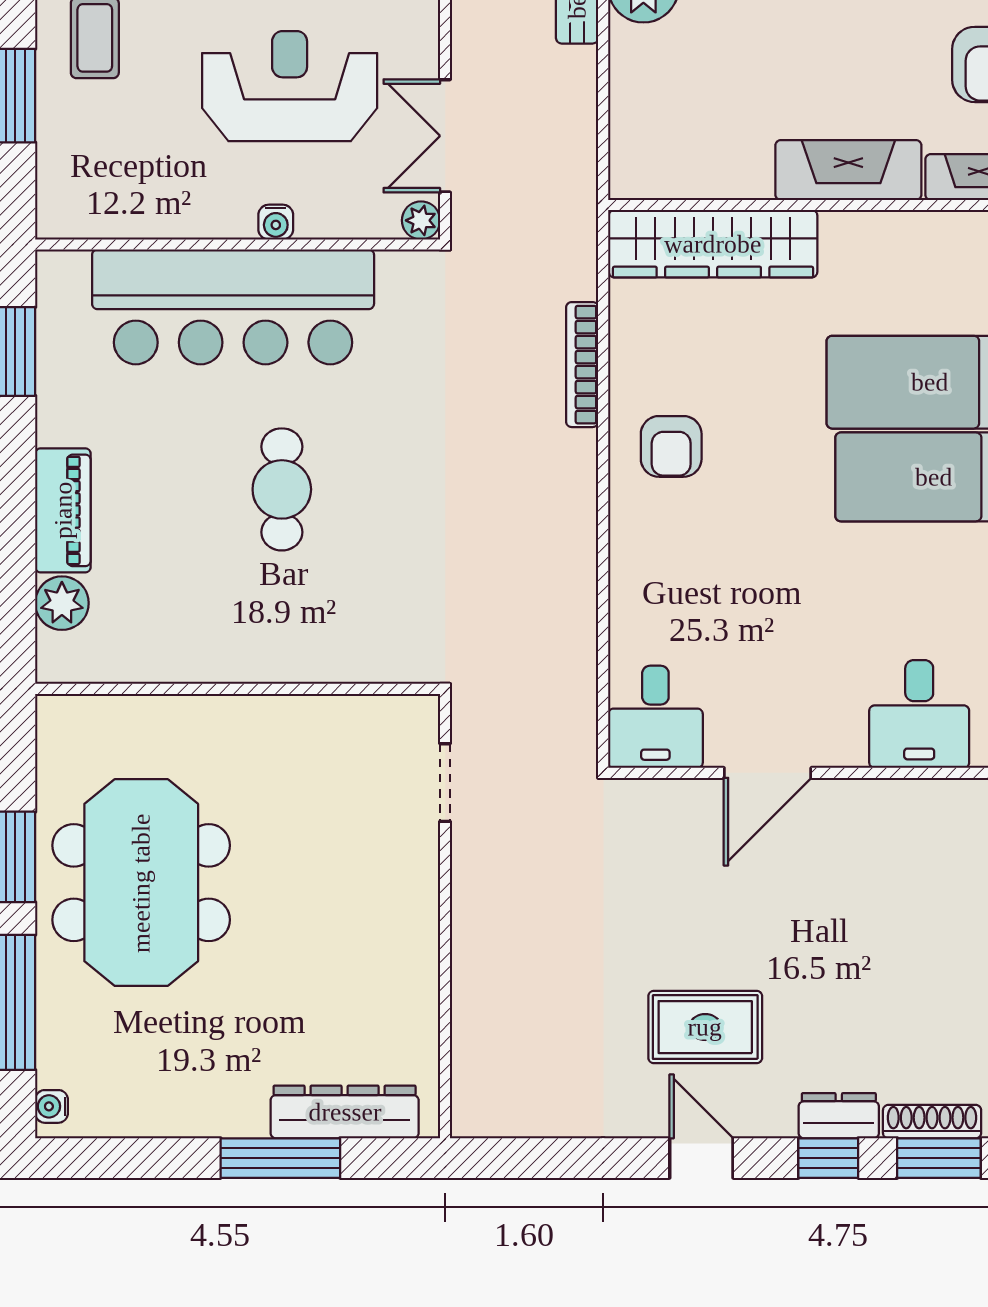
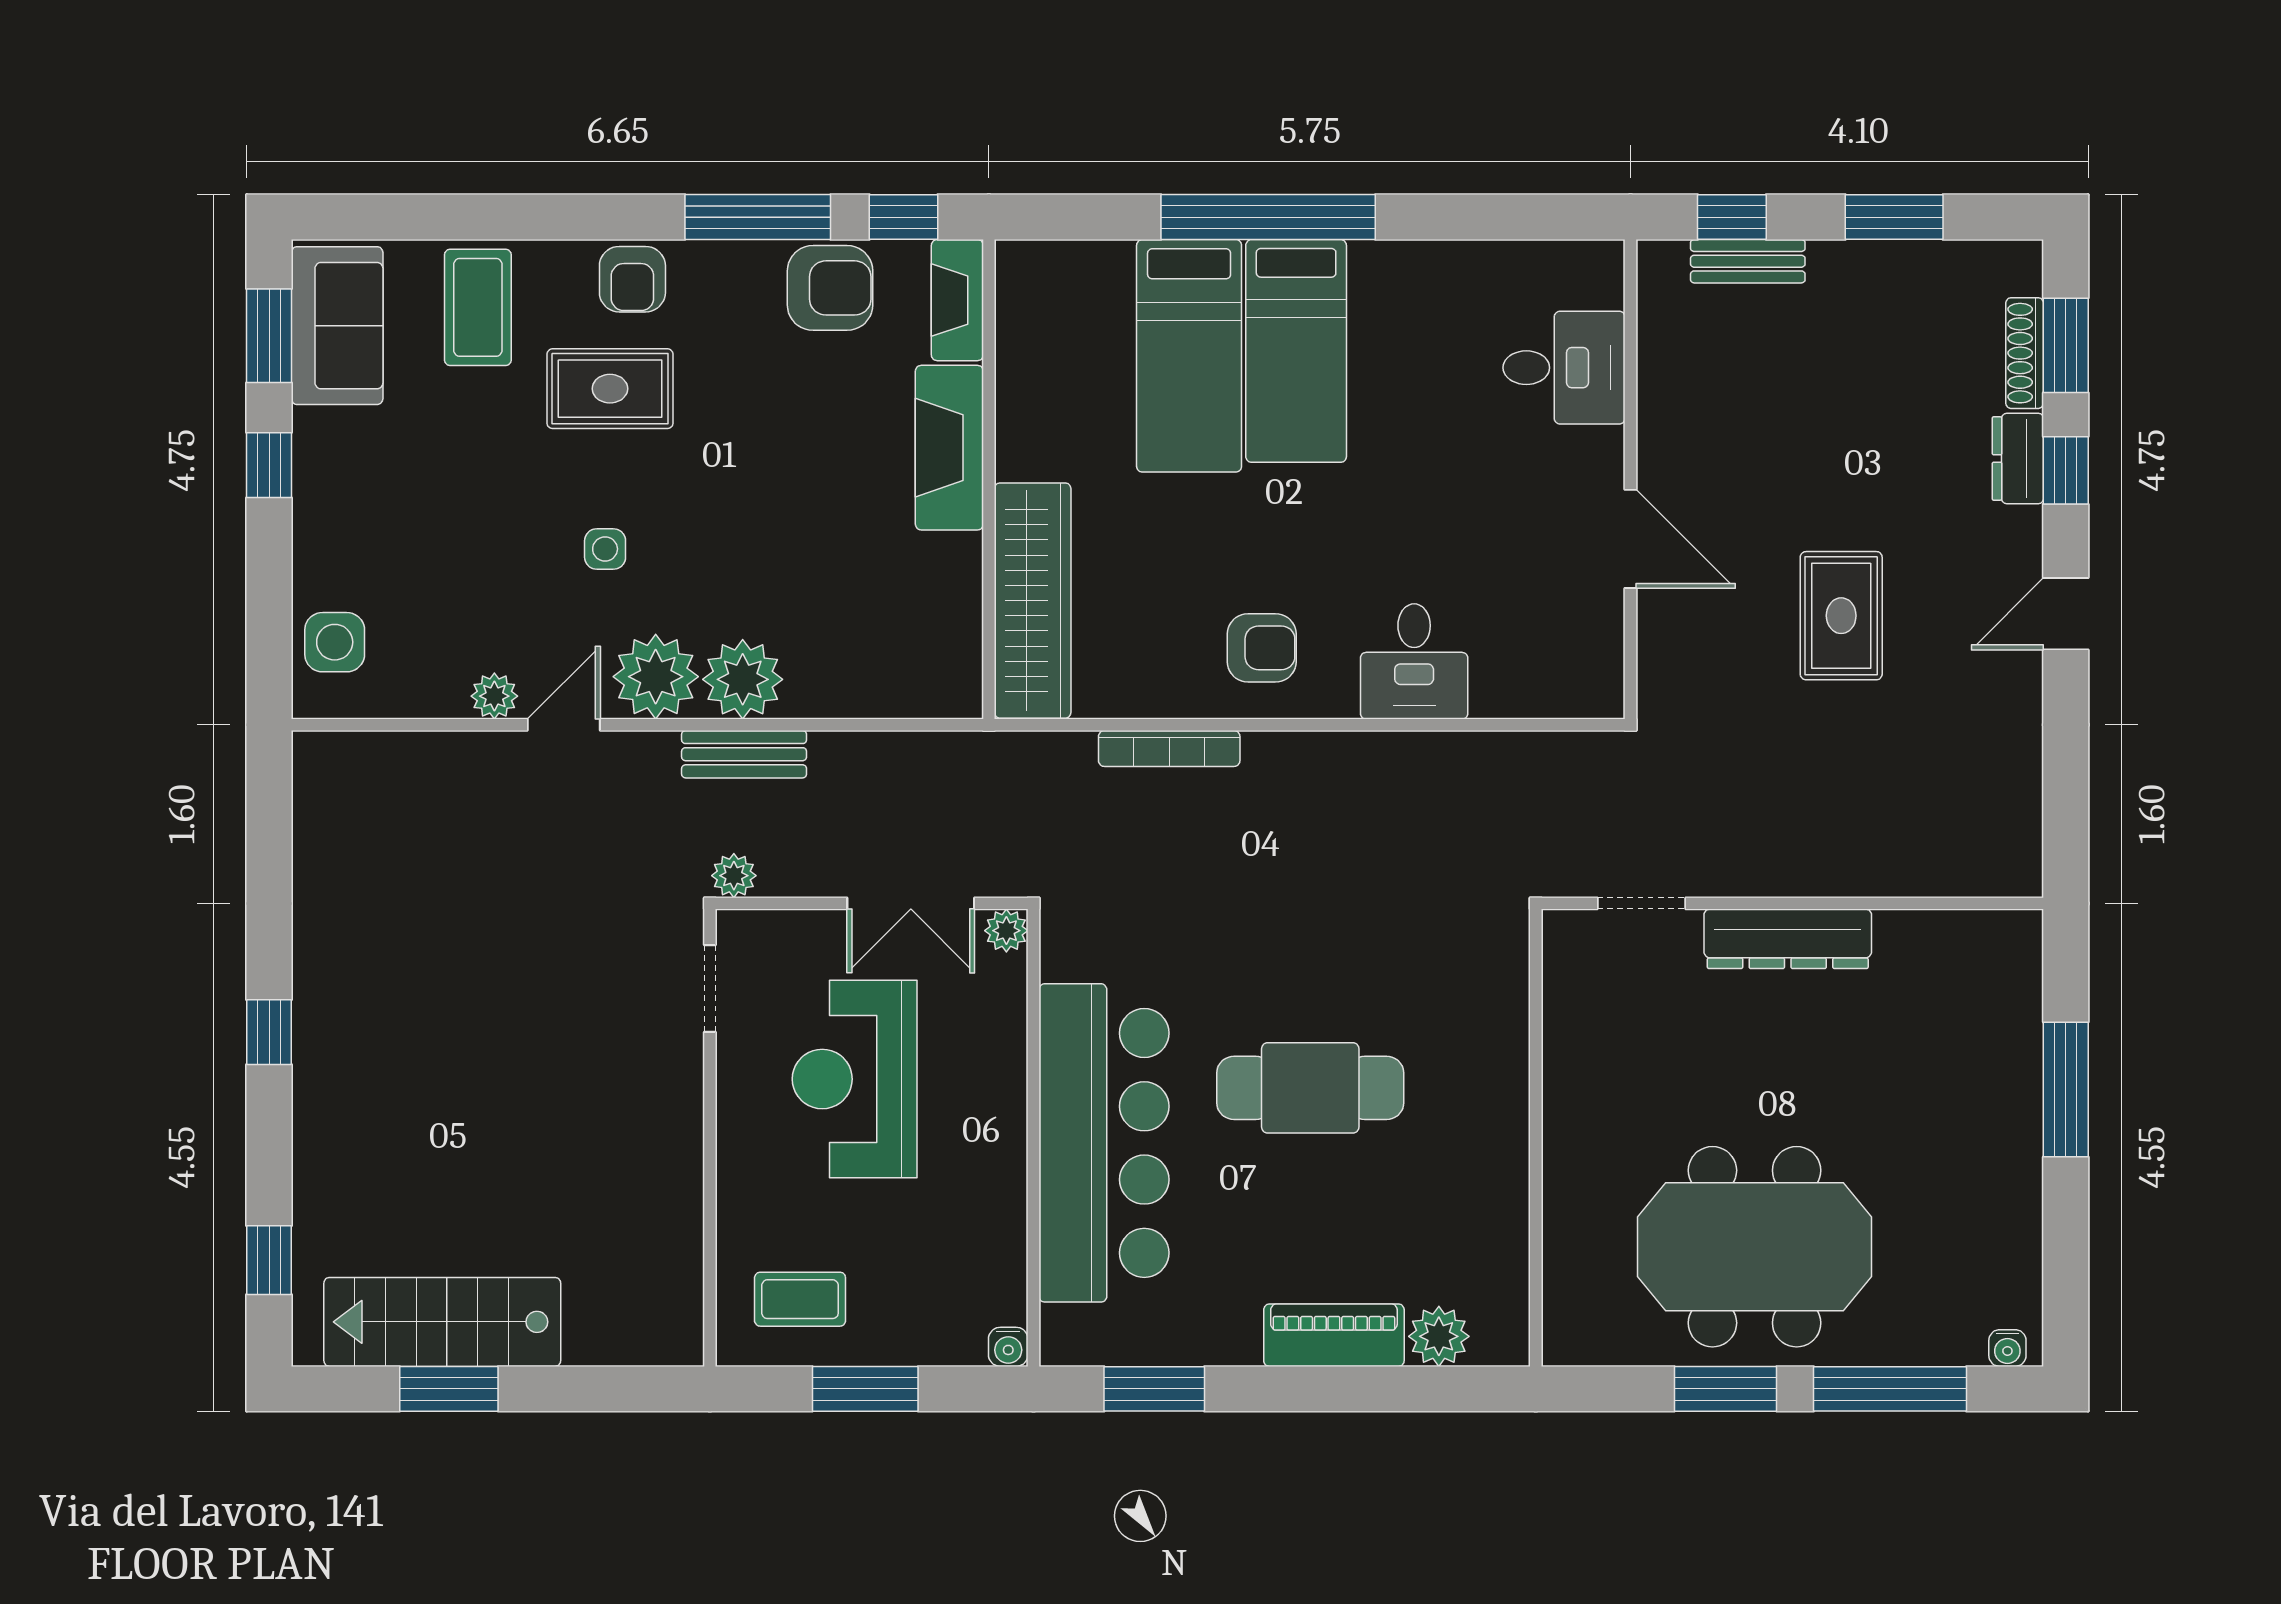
water cooler: (276, 222) -> (1008, 1347), moved, turned 90
cafe table: (282, 489) -> (1310, 1088), width x1.37, depth x1.35
desk: (655, 717) -> (1414, 661), moved, turned 90
rug: (705, 1027) -> (1841, 616), moved
dresser: (345, 1112) -> (1788, 939), moved, turned -90

